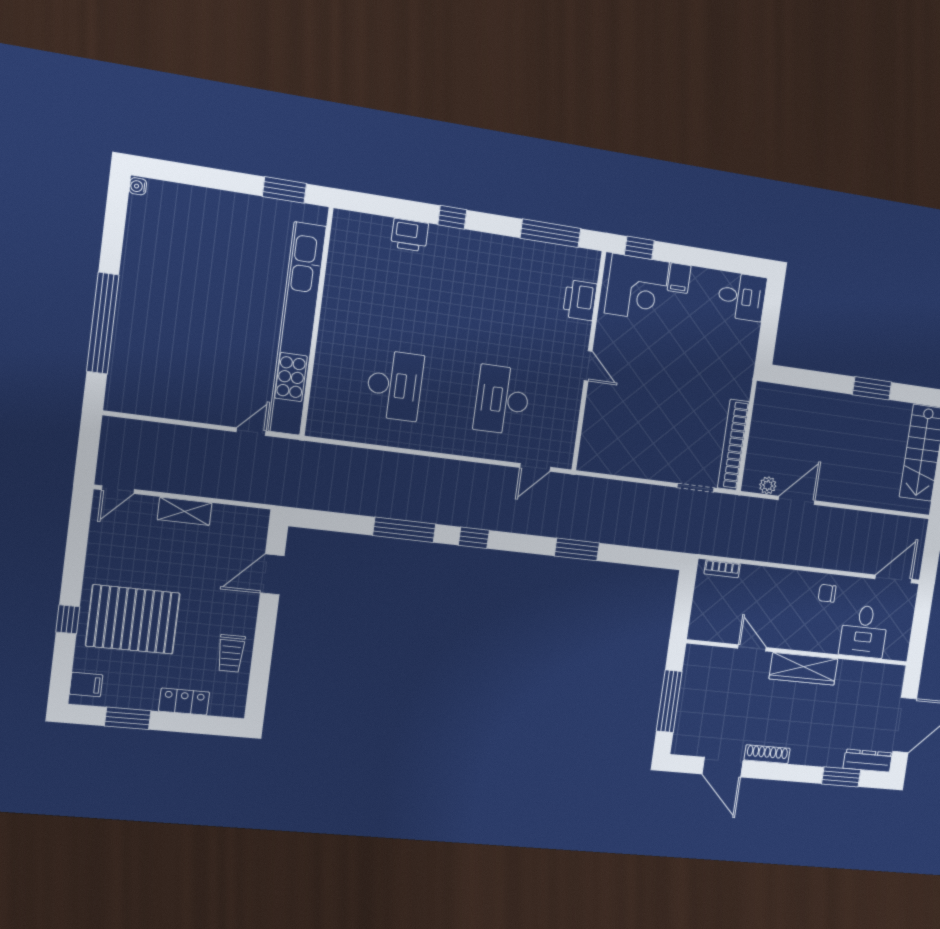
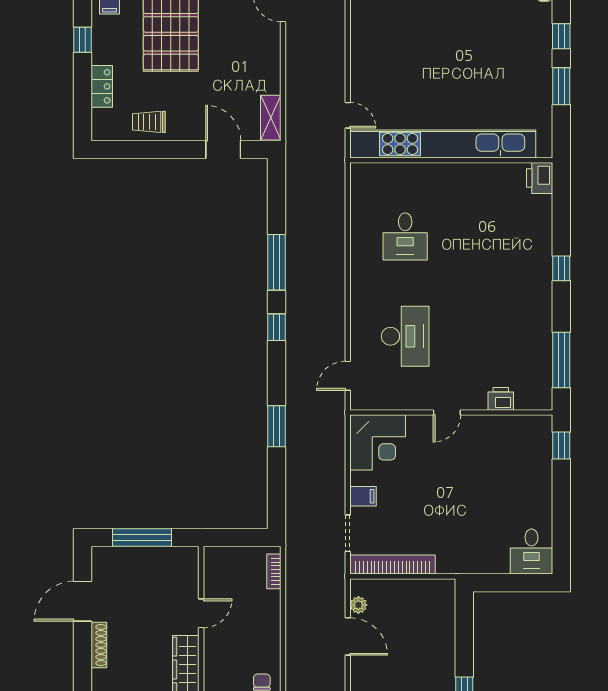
window: (190, 175) -> (561, 36), added
window: (284, 190) -> (561, 86), moved
printer: (410, 235) -> (540, 178), moved
filing cabinet: (679, 278) -> (363, 496), moved, turned 180
corner desk: (637, 288) -> (378, 442), moved, turned -90
printer: (580, 300) -> (501, 399), width x0.73, depth x0.81
desk: (395, 385) -> (405, 236), width x0.73
desk: (502, 400) -> (405, 336), turned 90
door: (535, 467) -> (348, 376), hinge flipped
shelving: (185, 511) -> (271, 118), moved
window: (128, 718) -> (83, 40), width x0.67

